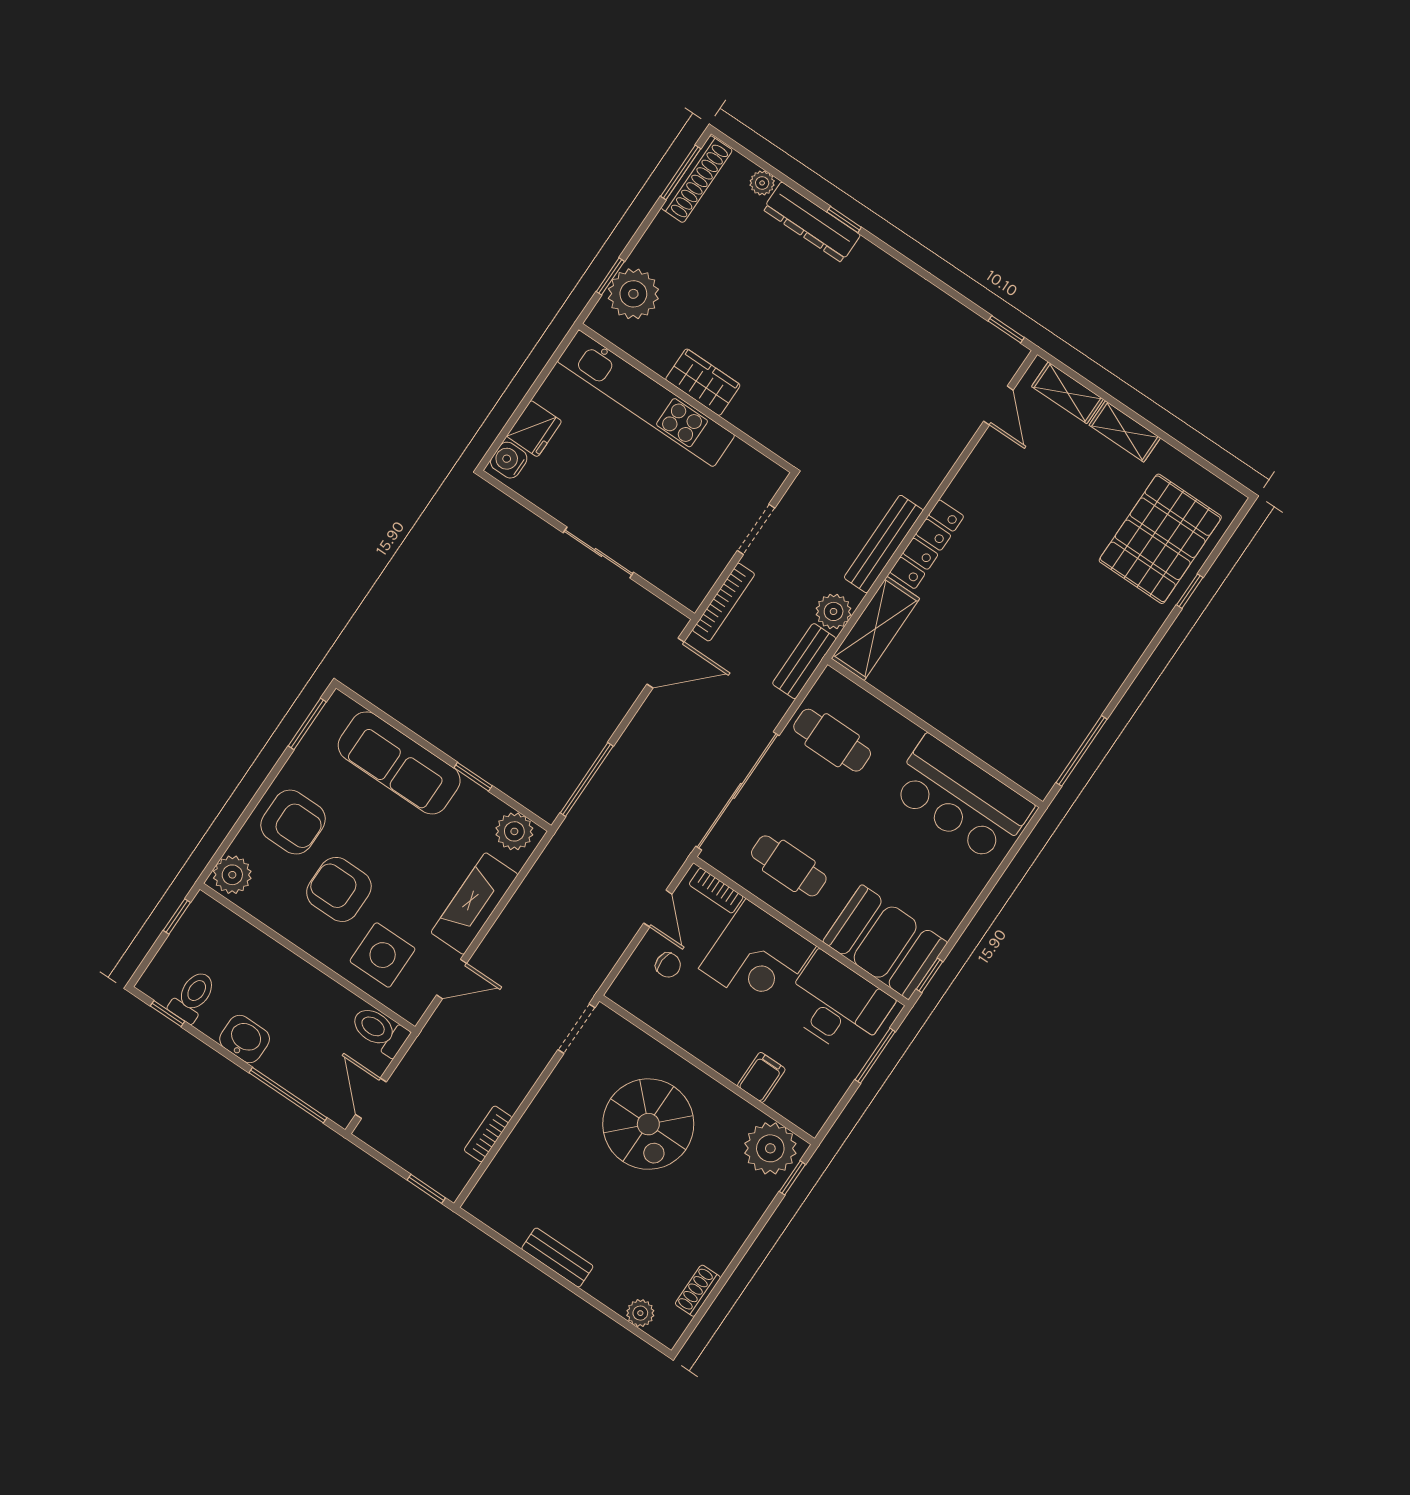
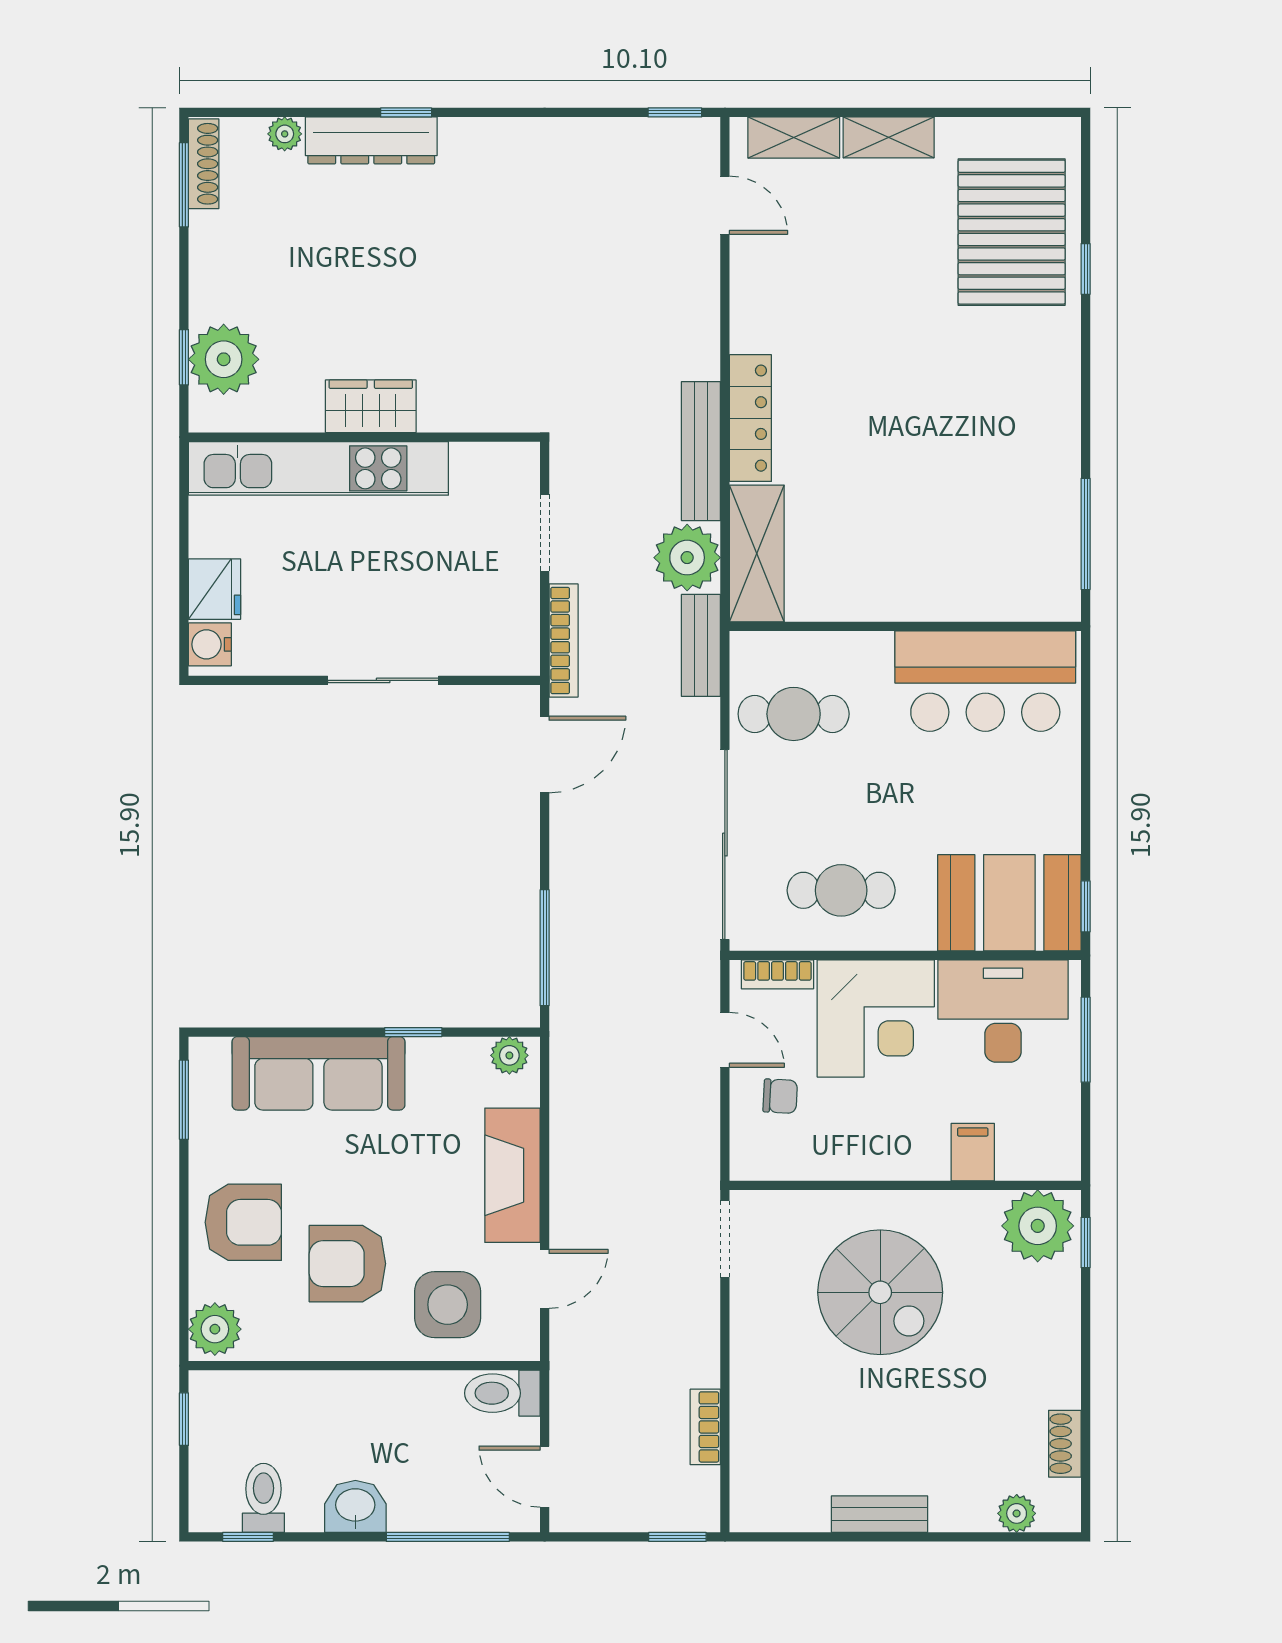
shoe rack: (697, 179) -> (204, 164), width x0.74, depth x0.81
plant: (834, 611) -> (687, 558), width x1.36, depth x1.36
plant: (514, 831) -> (509, 1055), width x0.73, depth x0.73

